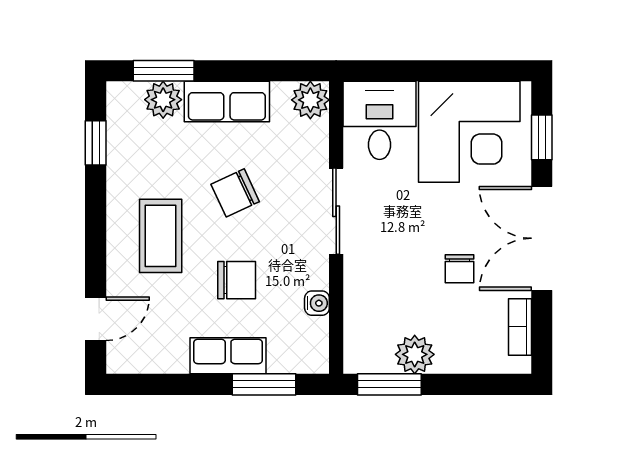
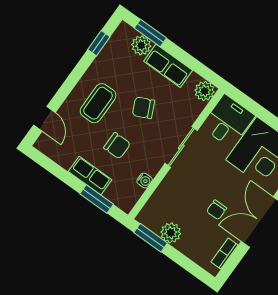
door: (96, 319) -> (44, 119), hinge flipped

